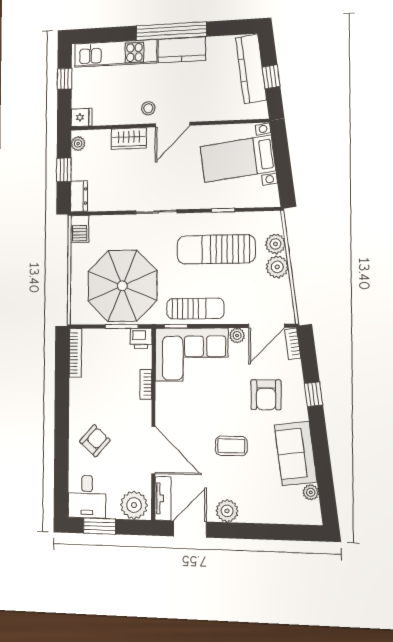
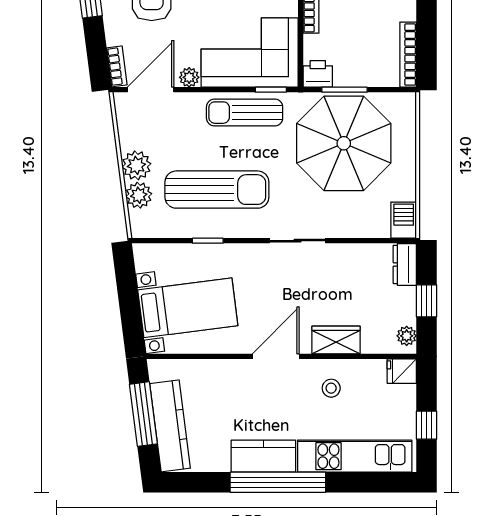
window: (271, 77) -> (143, 414), width x2.17
stool: (148, 108) -> (331, 388), moved

